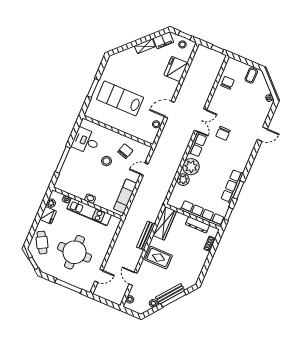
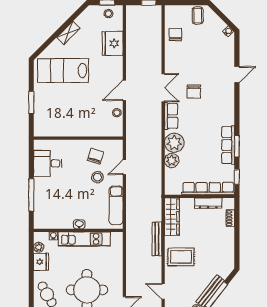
filing cabinet: (163, 40) -> (86, 18), removed
lab bench: (120, 98) -> (63, 71), moved
stool: (107, 161) -> (97, 177), moved

